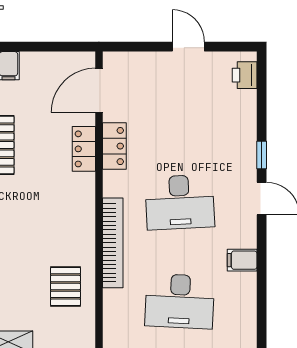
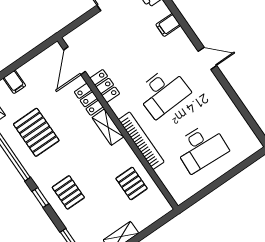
window: (262, 155) -> (191, 34), removed
shelving: (84, 199) -> (108, 127), added
filing cabinet: (242, 260) -> (168, 25), moved

